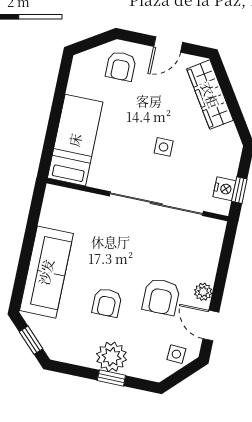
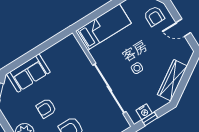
armchair: (121, 66) -> (154, 16), turned -90
wardrobe: (210, 95) -> (172, 80), moved
sofa: (46, 272) -> (28, 73), width x0.73

